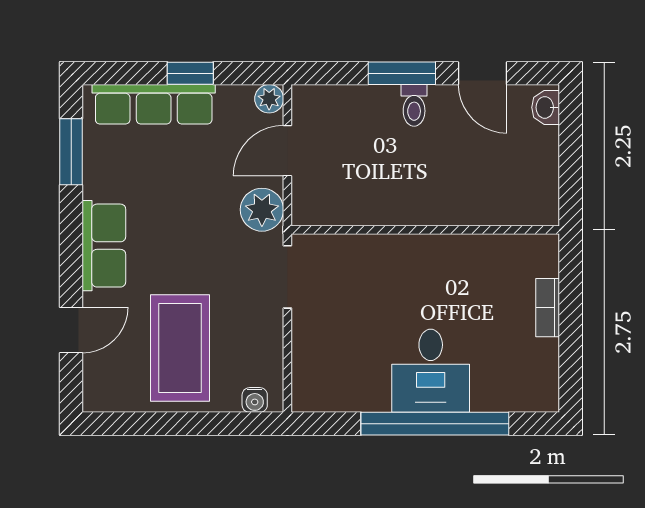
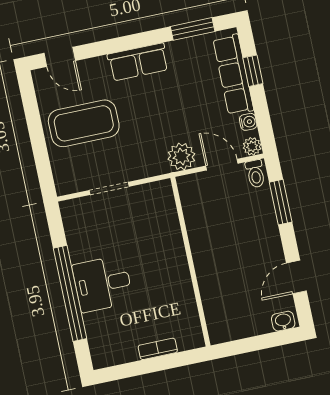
window: (190, 73) -> (253, 71), moved
window: (402, 73) -> (281, 202), moved
toilet: (414, 105) -> (255, 174), moved, turned -90
doorway: (287, 277) -> (109, 188), moved
door: (71, 330) -> (60, 57), moved
water cooler: (255, 400) -> (248, 122), moved, turned 180

